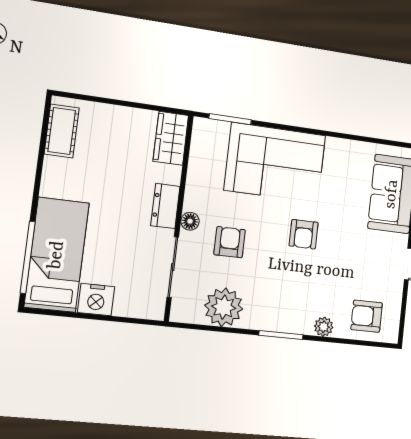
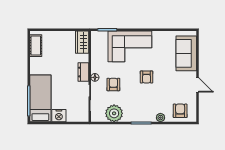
armchair: (367, 316) -> (180, 111), turned 90

